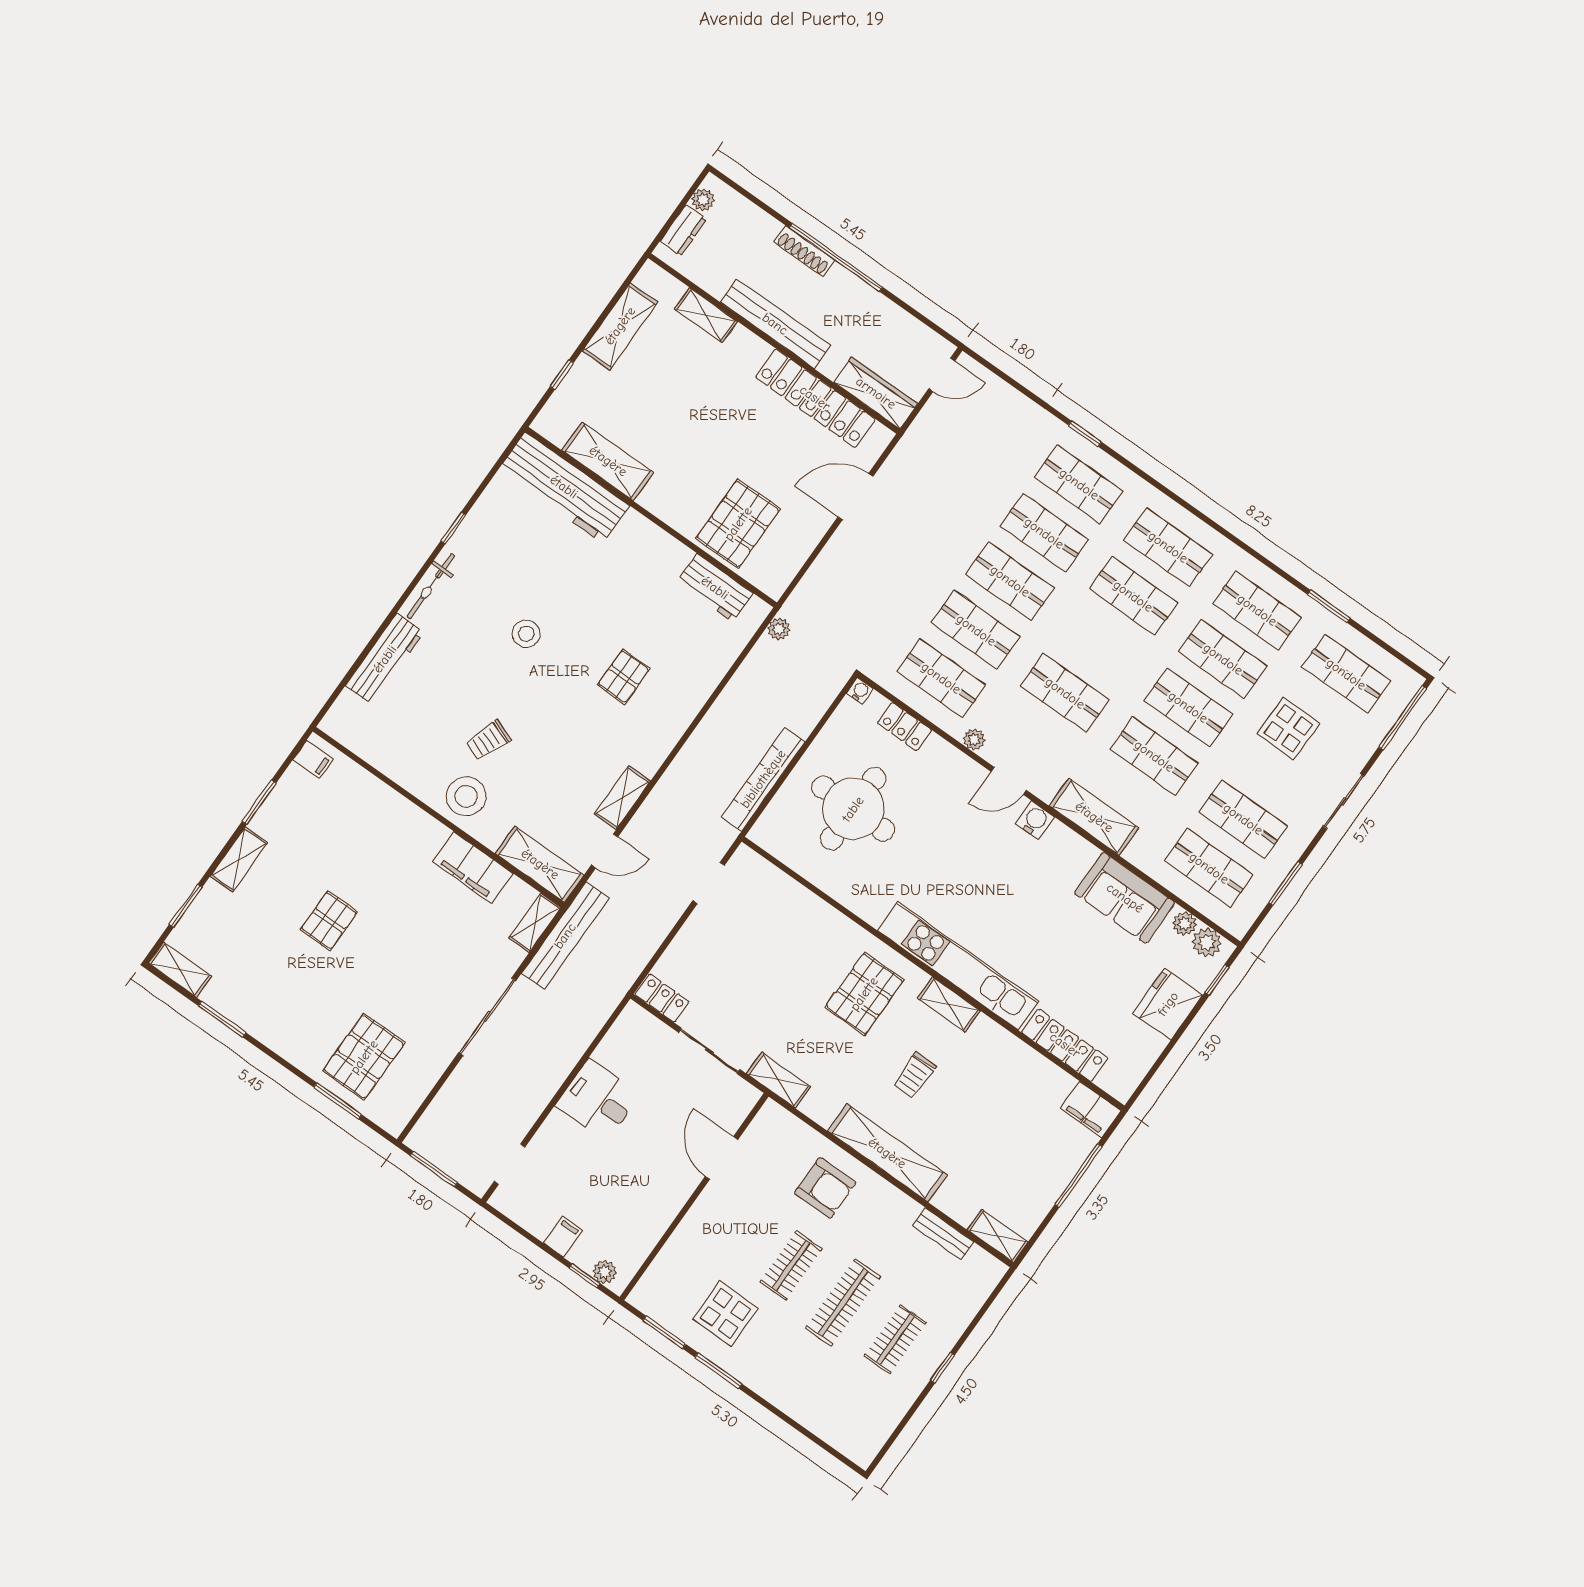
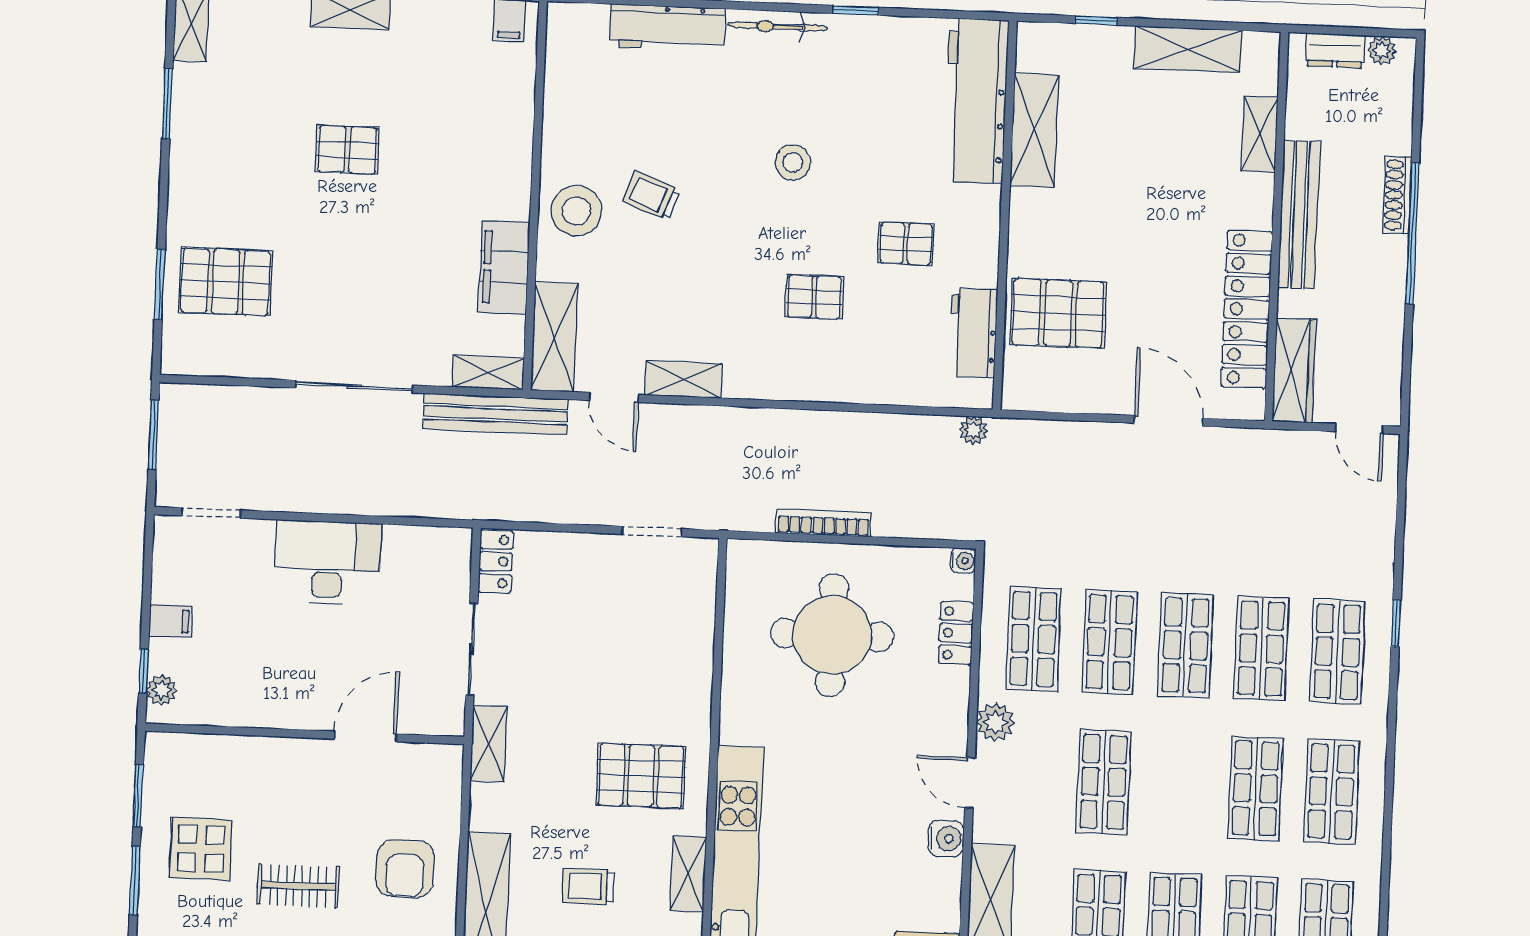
pallet: (628, 594) -> (906, 243), added
plant: (974, 740) -> (995, 722), width x1.38, depth x1.38
bookcase: (763, 779) -> (823, 523), width x0.68, depth x0.76
desk: (598, 1100) -> (327, 563), width x1.37

